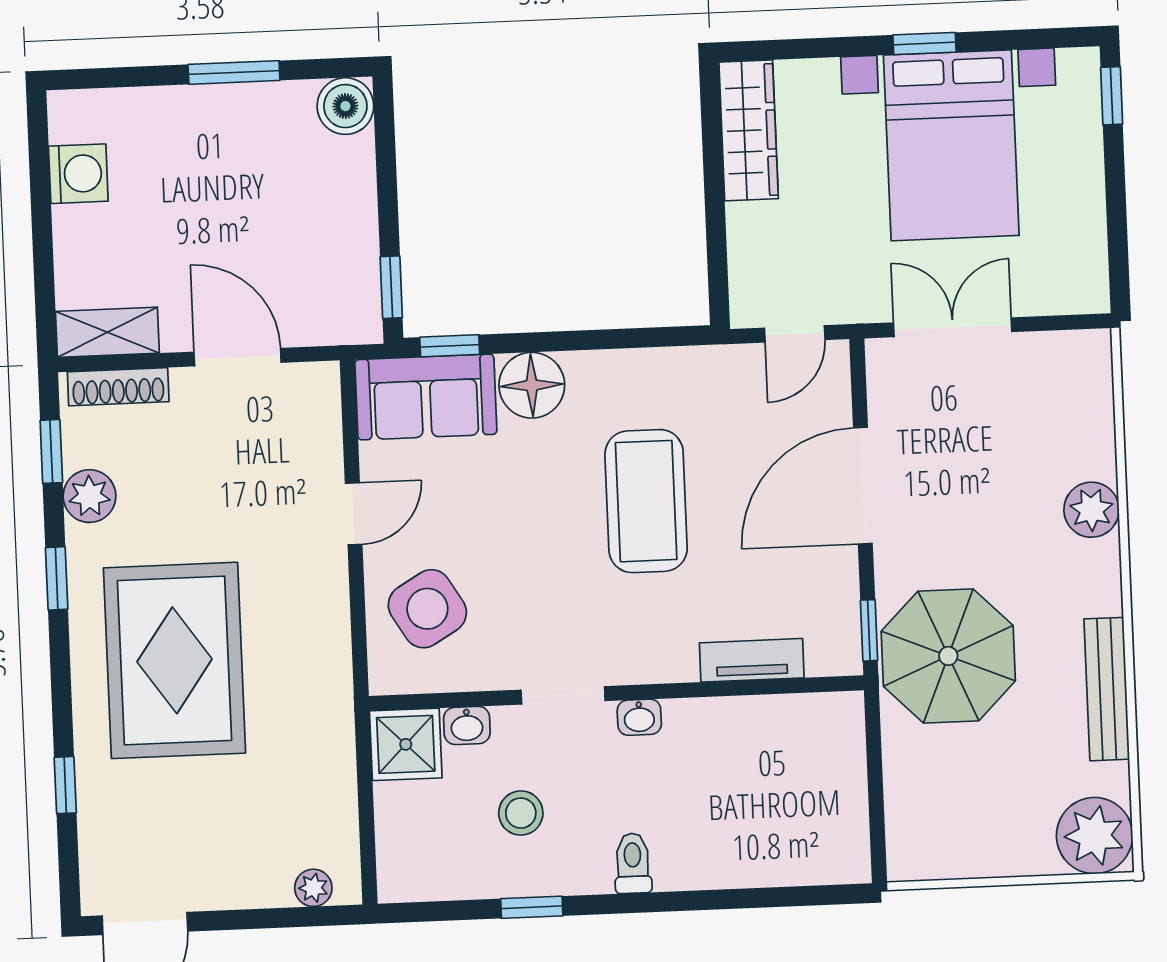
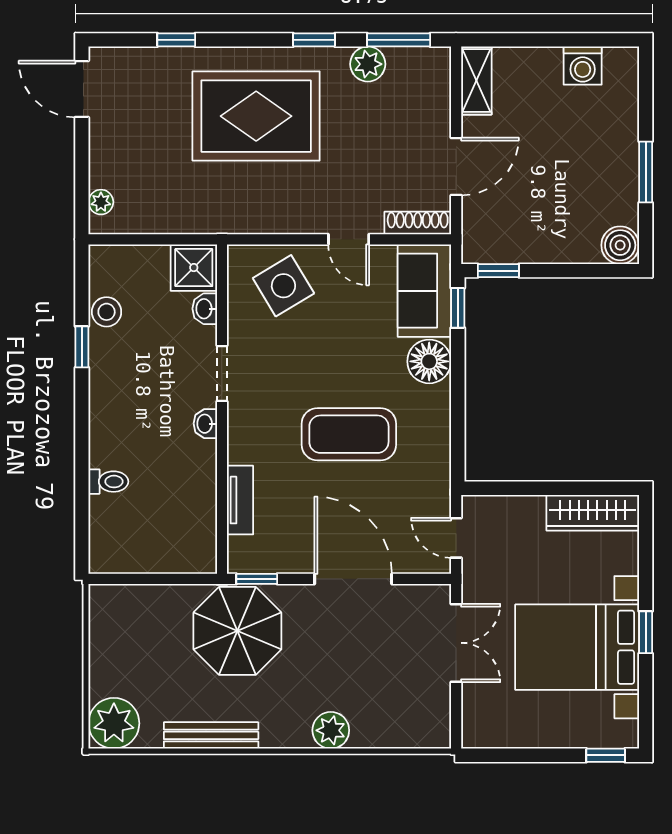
shoe rack: (118, 387) -> (418, 223), moved, turned 90
window: (51, 451) -> (399, 40), width x1.50
stool: (521, 813) -> (107, 312), moved
toilet: (633, 863) -> (108, 482), moved

